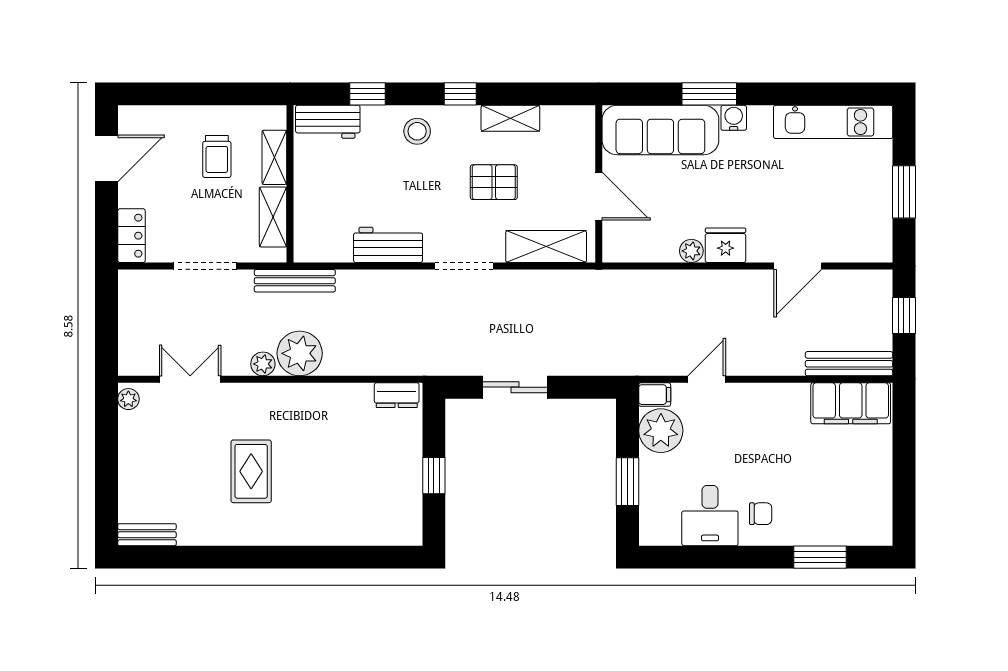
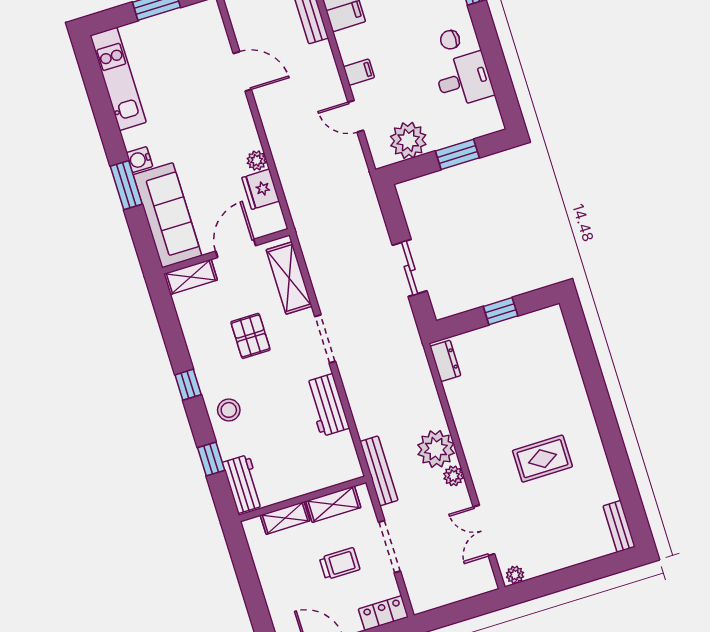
shelving: (510, 118) -> (191, 277), moved, turned 90
trolley: (217, 156) -> (340, 564), moved
fridge: (726, 245) -> (261, 189), moved
filing cabinet: (655, 395) -> (359, 72), moved, turned 90
chair: (761, 514) -> (450, 40), turned -90

